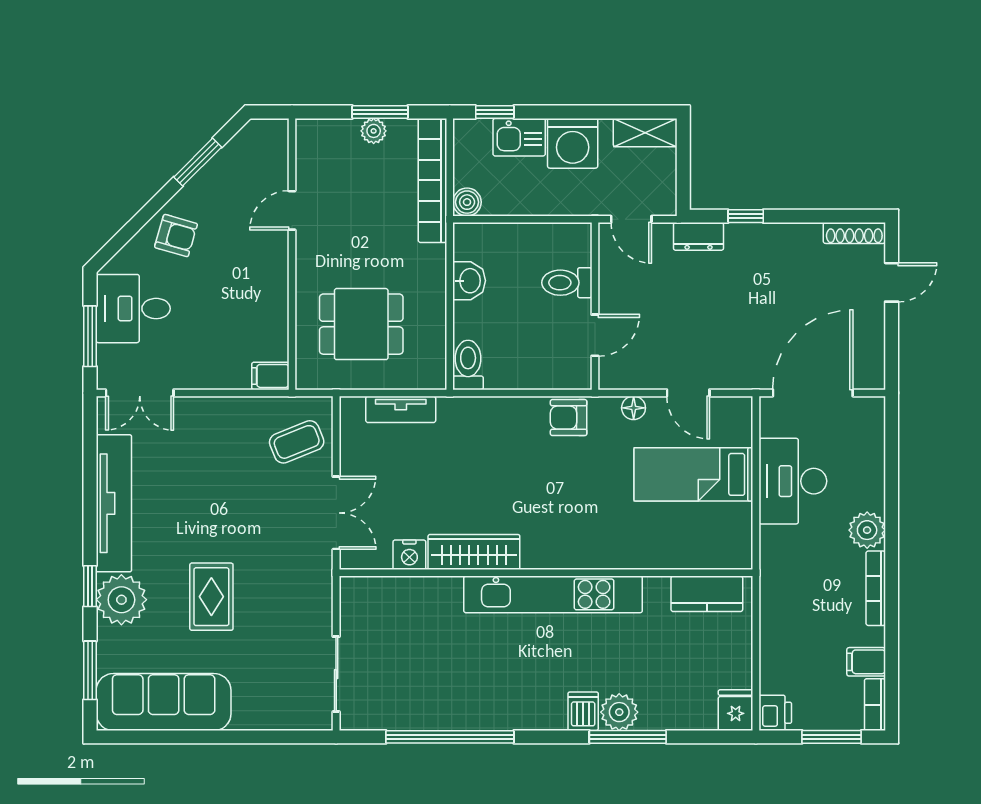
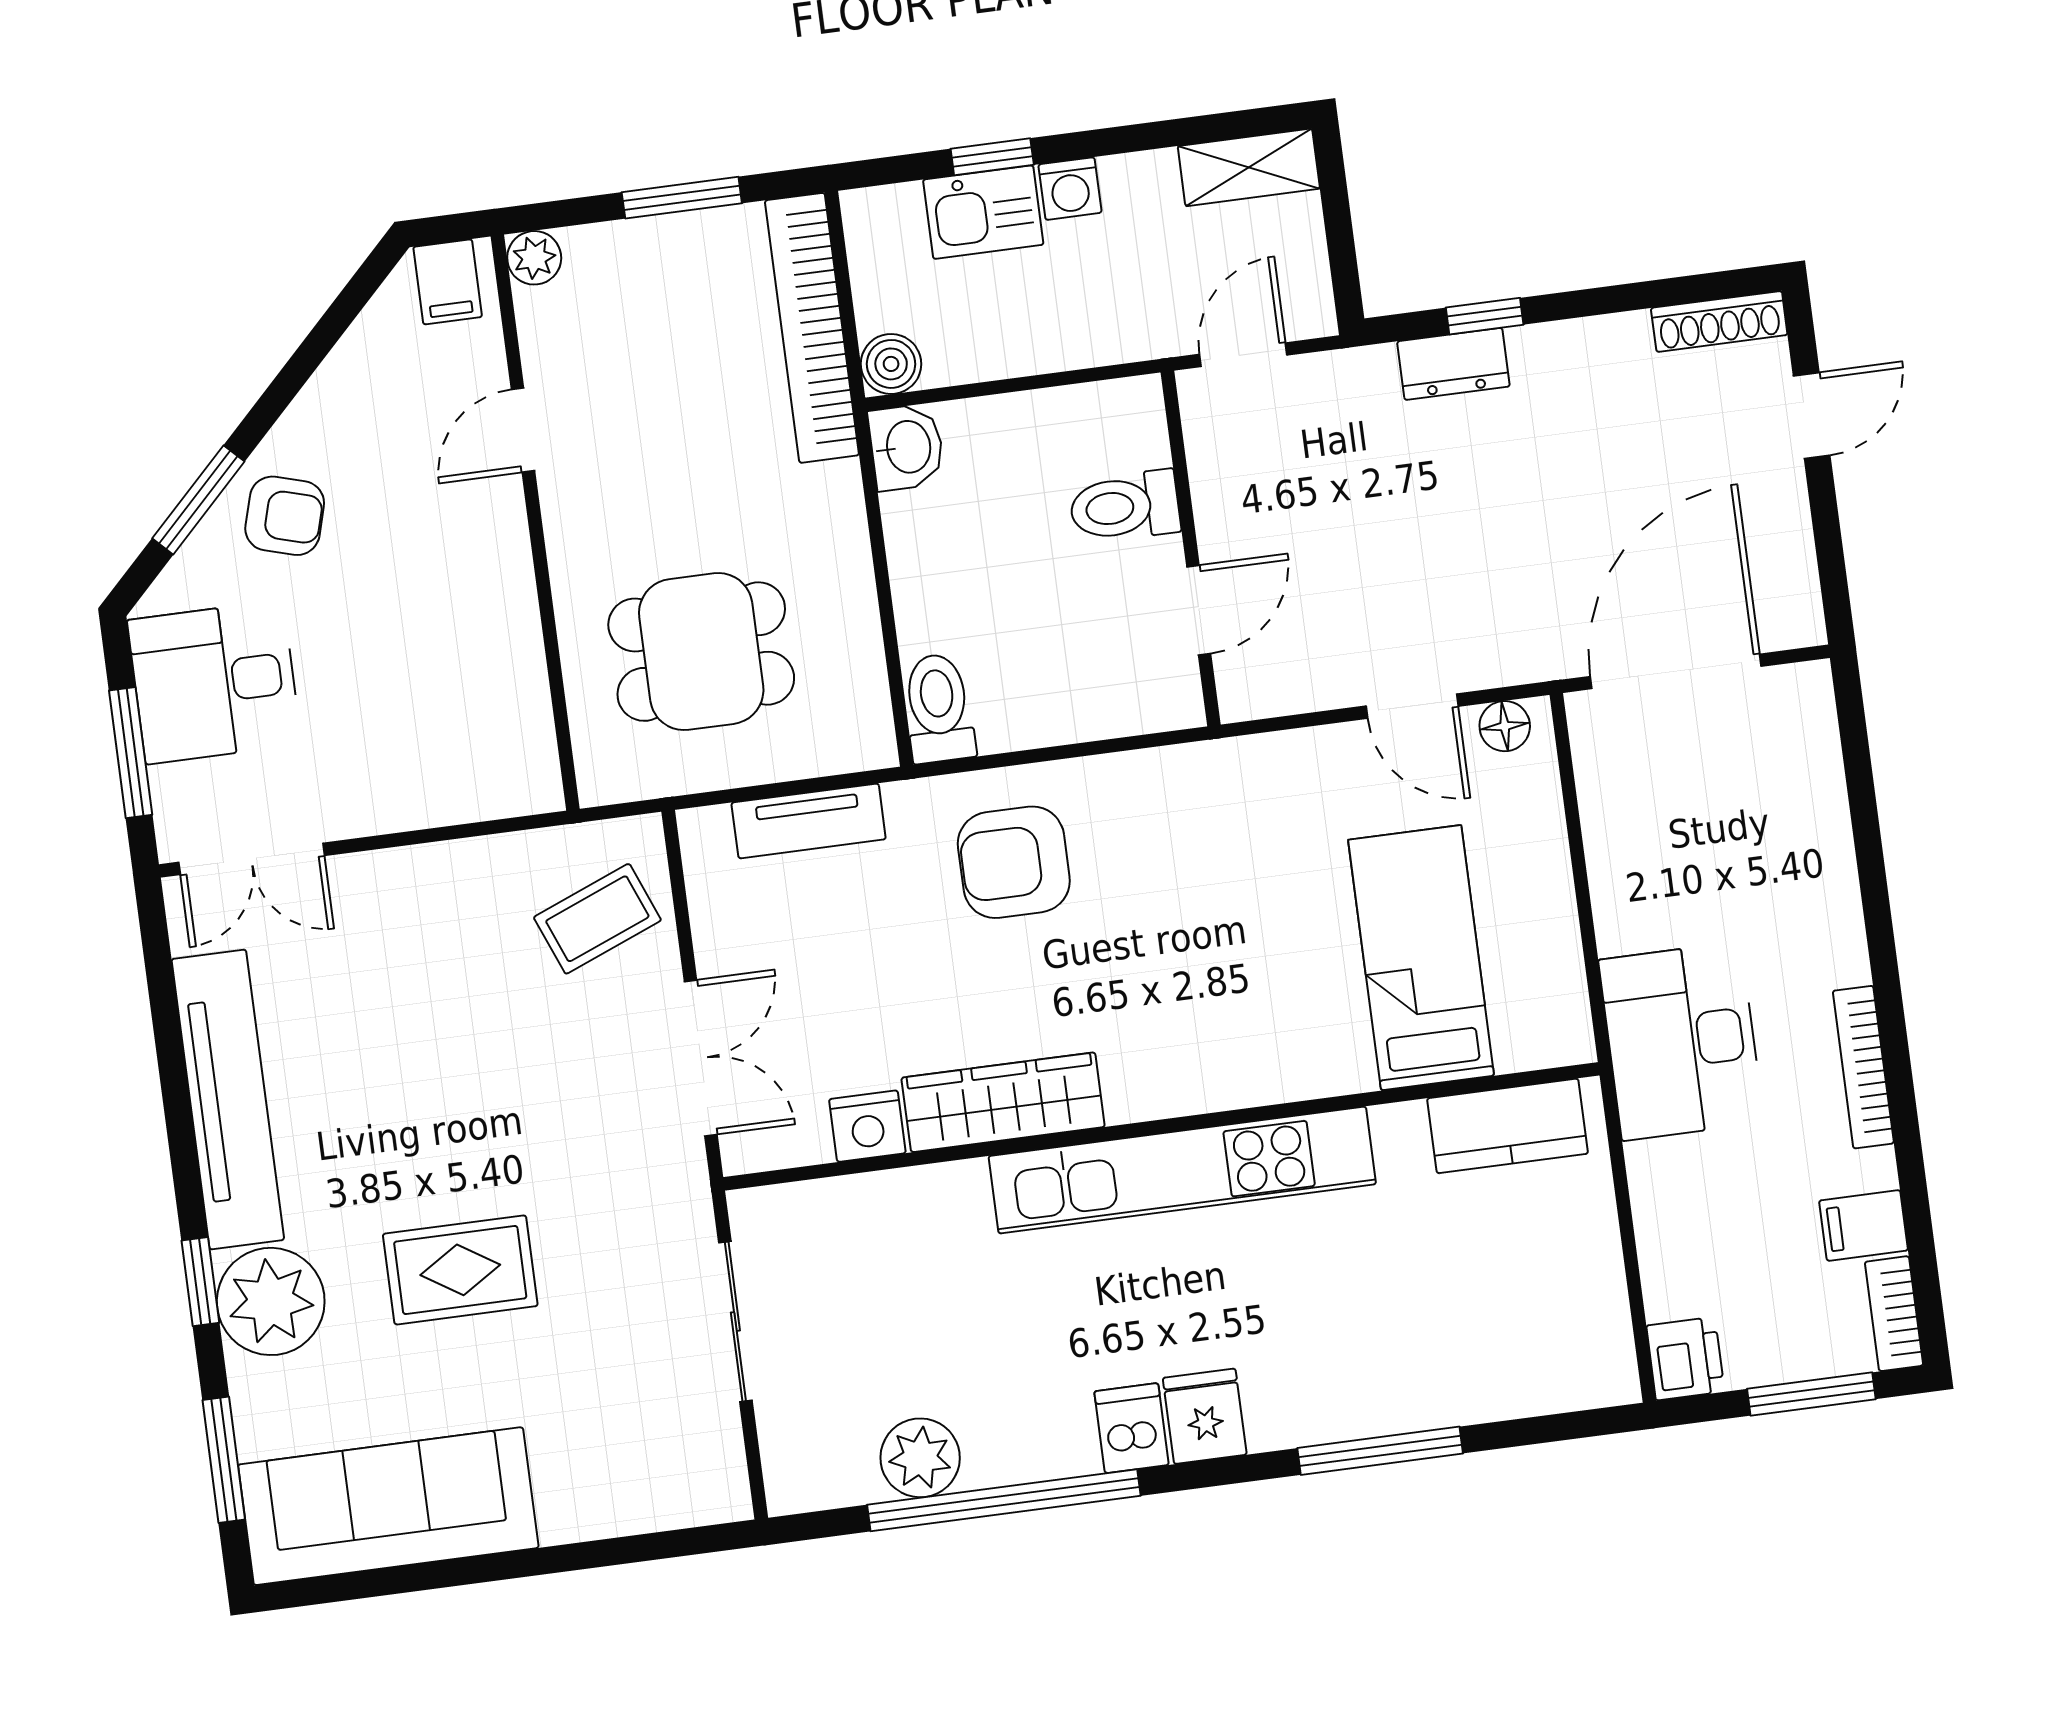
window: (495, 112) -> (992, 157), moved
plant: (374, 131) -> (534, 258), moved
washing machine: (573, 143) -> (1070, 189), width x0.53, depth x0.53
window: (198, 162) -> (198, 500), moved
door: (631, 219) -> (1243, 355), swing flipped
dresser: (699, 236) -> (1453, 364), moved
washbasin: (469, 281) -> (906, 447), moved
filing cabinet: (270, 376) -> (448, 282), moved, turned -90
floor lamp: (634, 408) -> (1505, 726), moved
armchair: (569, 418) -> (1014, 862), moved, width x1.38, depth x1.38
bed: (693, 474) -> (1421, 958), moved, turned 90
desk: (793, 481) -> (1681, 1041), moved
plant: (867, 530) -> (1829, 947), removed
rug: (211, 597) -> (460, 1270), turned 90
sliding door: (336, 674) -> (735, 1322), moved
fridge: (736, 710) -> (1205, 1416), moved
dishwasher: (583, 711) -> (1132, 1428), moved
plant: (619, 712) -> (920, 1458), moved

